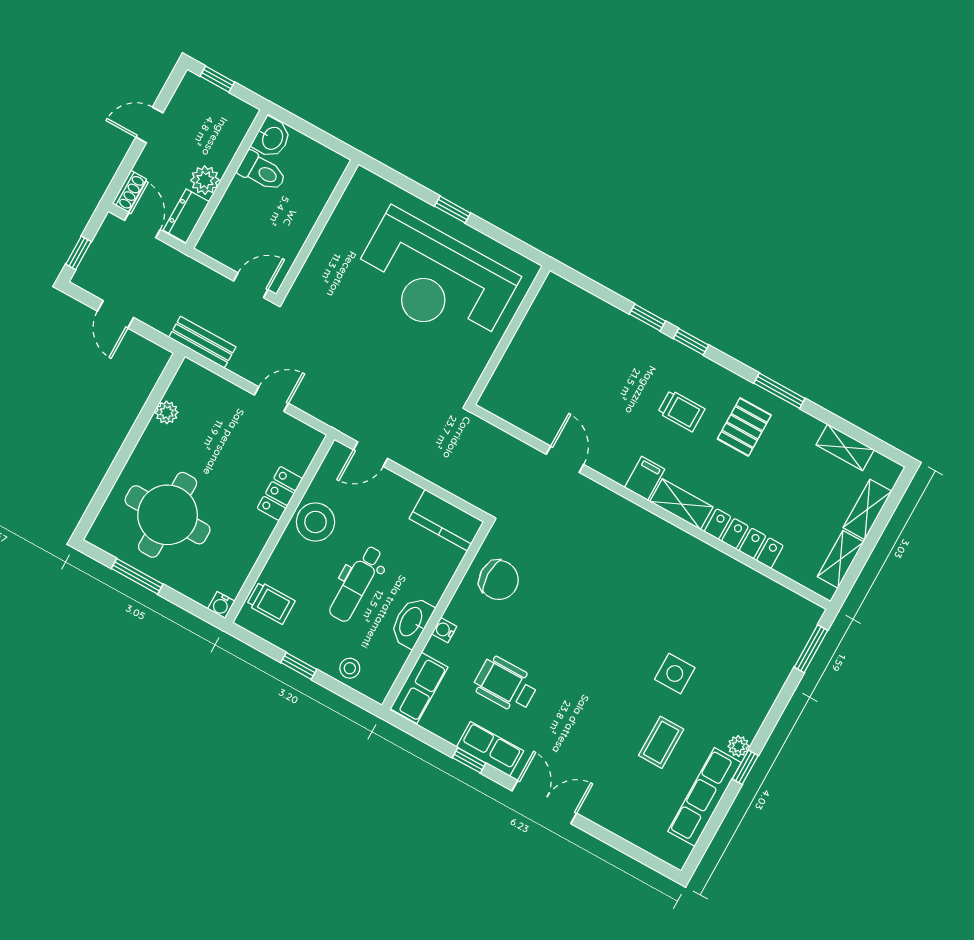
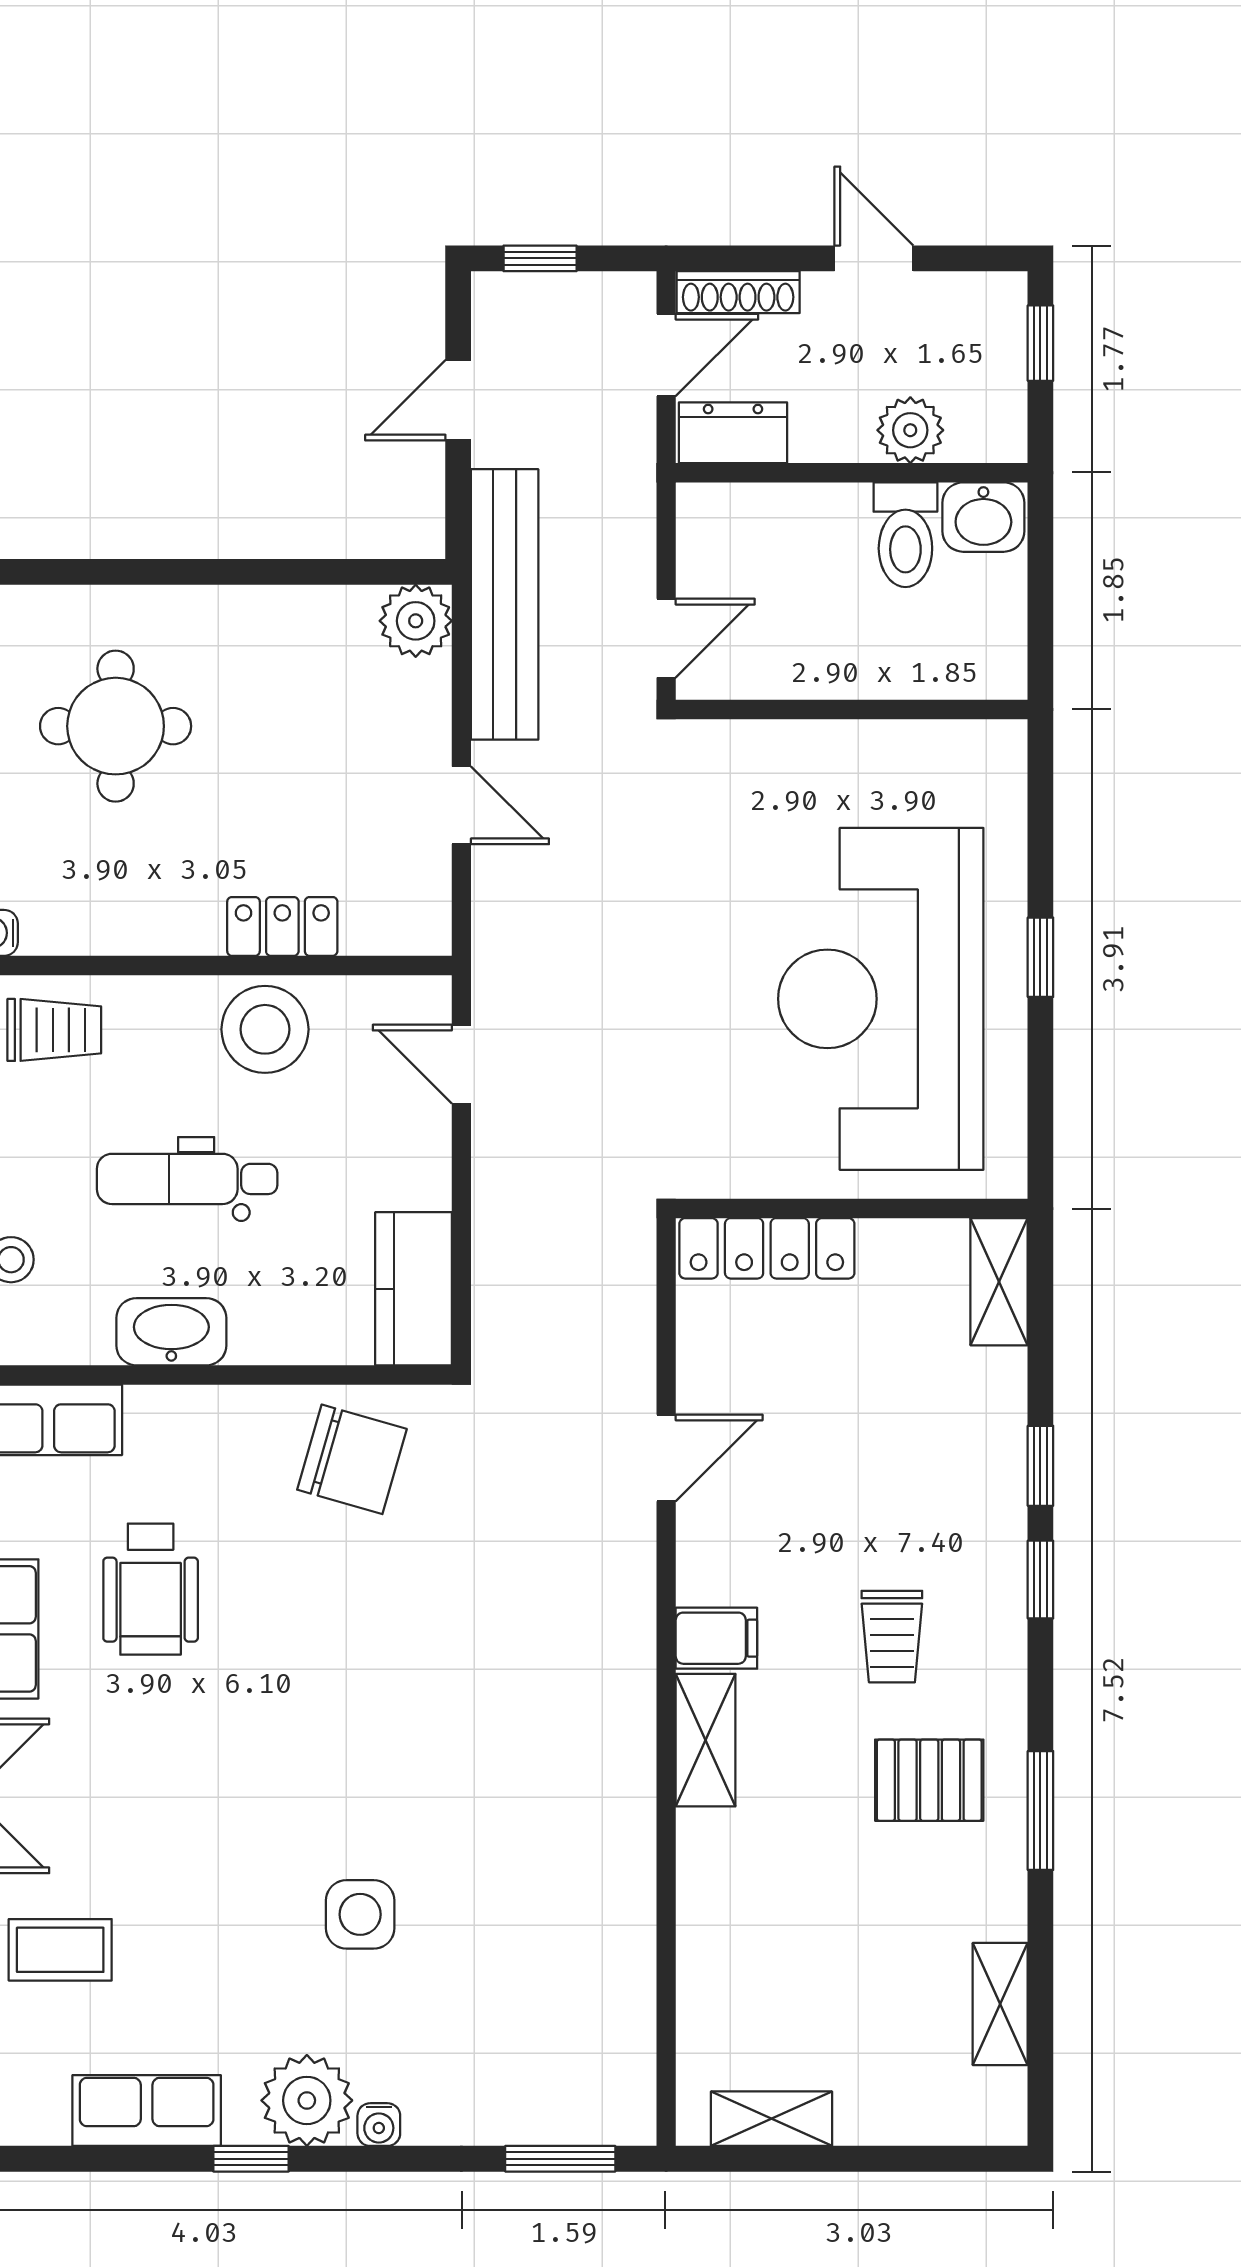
plant: (205, 180) -> (910, 430), moved
shoe rack: (130, 191) -> (738, 292), width x1.43
door: (251, 285) -> (666, 638), hinge flipped
bench: (202, 342) -> (505, 604), width x1.86, depth x1.21
plant: (167, 412) -> (416, 621), moved, width x1.38, depth x1.38
shelving: (867, 509) -> (999, 1282), moved, turned 90
round table: (168, 515) -> (116, 726), width x0.73, depth x0.73
locker: (744, 539) -> (767, 1248), moved, turned 90
chair: (499, 580) -> (352, 1459), turned -74
trolley: (271, 603) -> (54, 1030), turned -90
water cooler: (444, 630) -> (379, 2125), moved, turned 180
wheelchair: (506, 685) -> (151, 1589), turned 180
coffee table: (661, 742) -> (60, 1950), moved
plant: (738, 746) -> (307, 2100), width x1.88, depth x1.88
row of seats: (705, 797) -> (147, 2111), width x0.68

